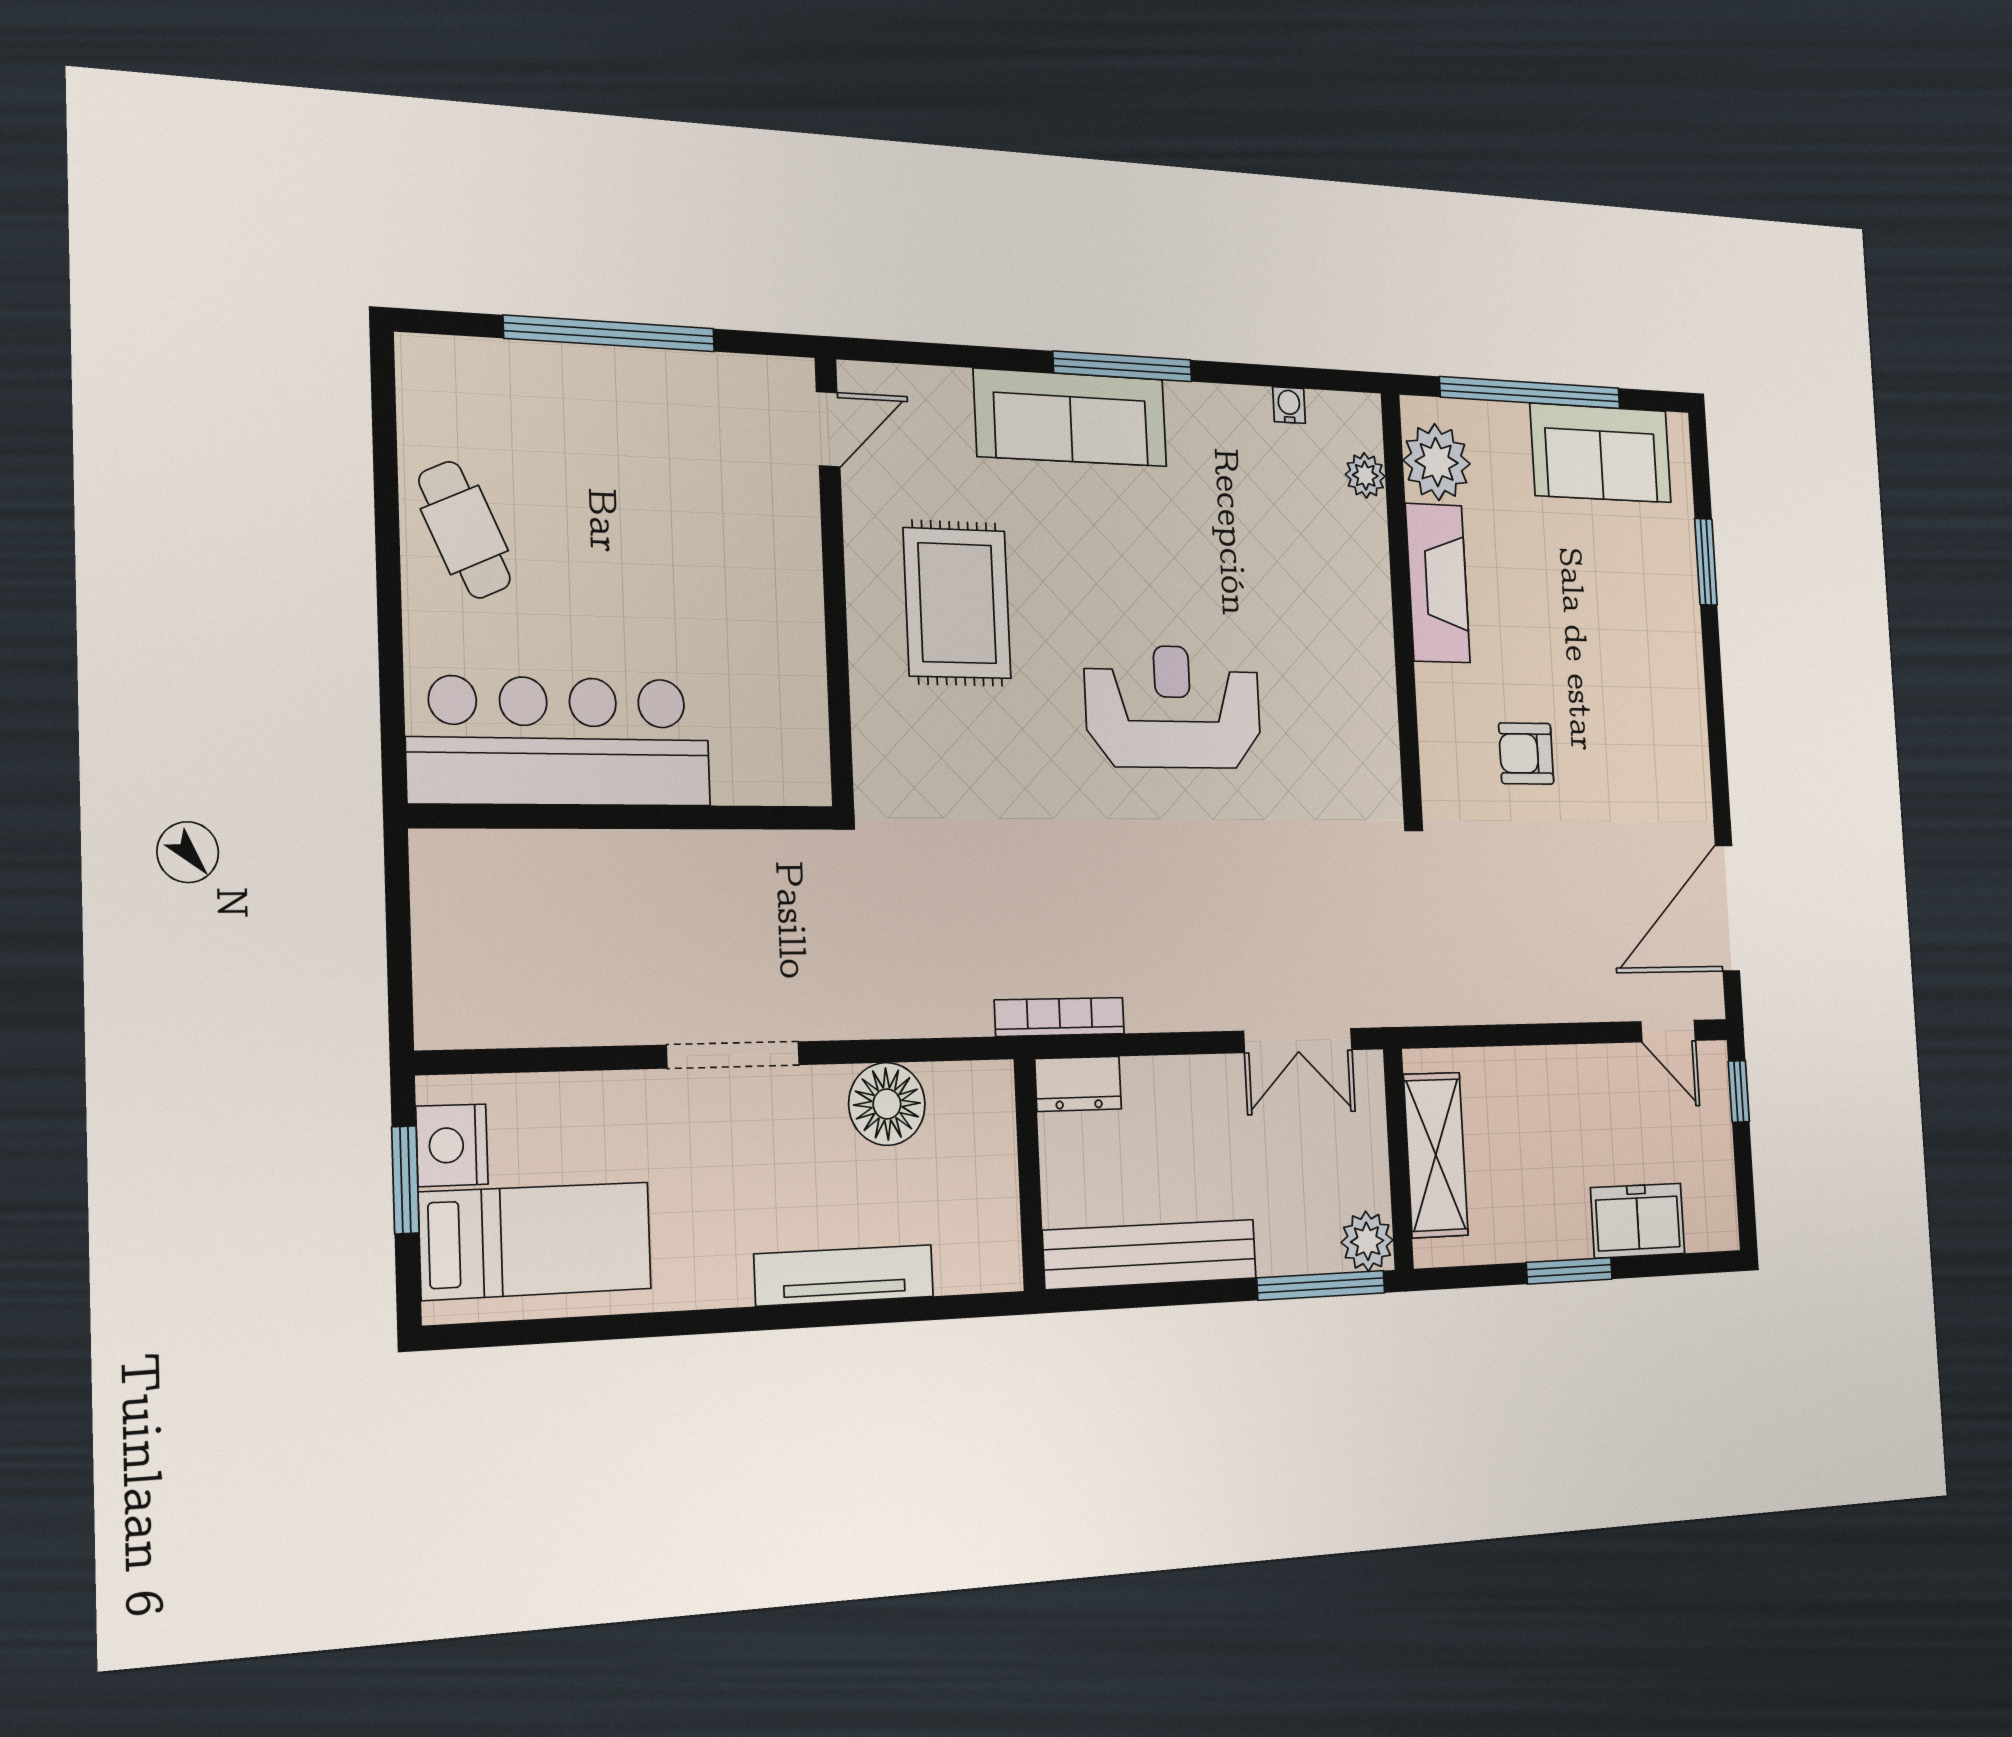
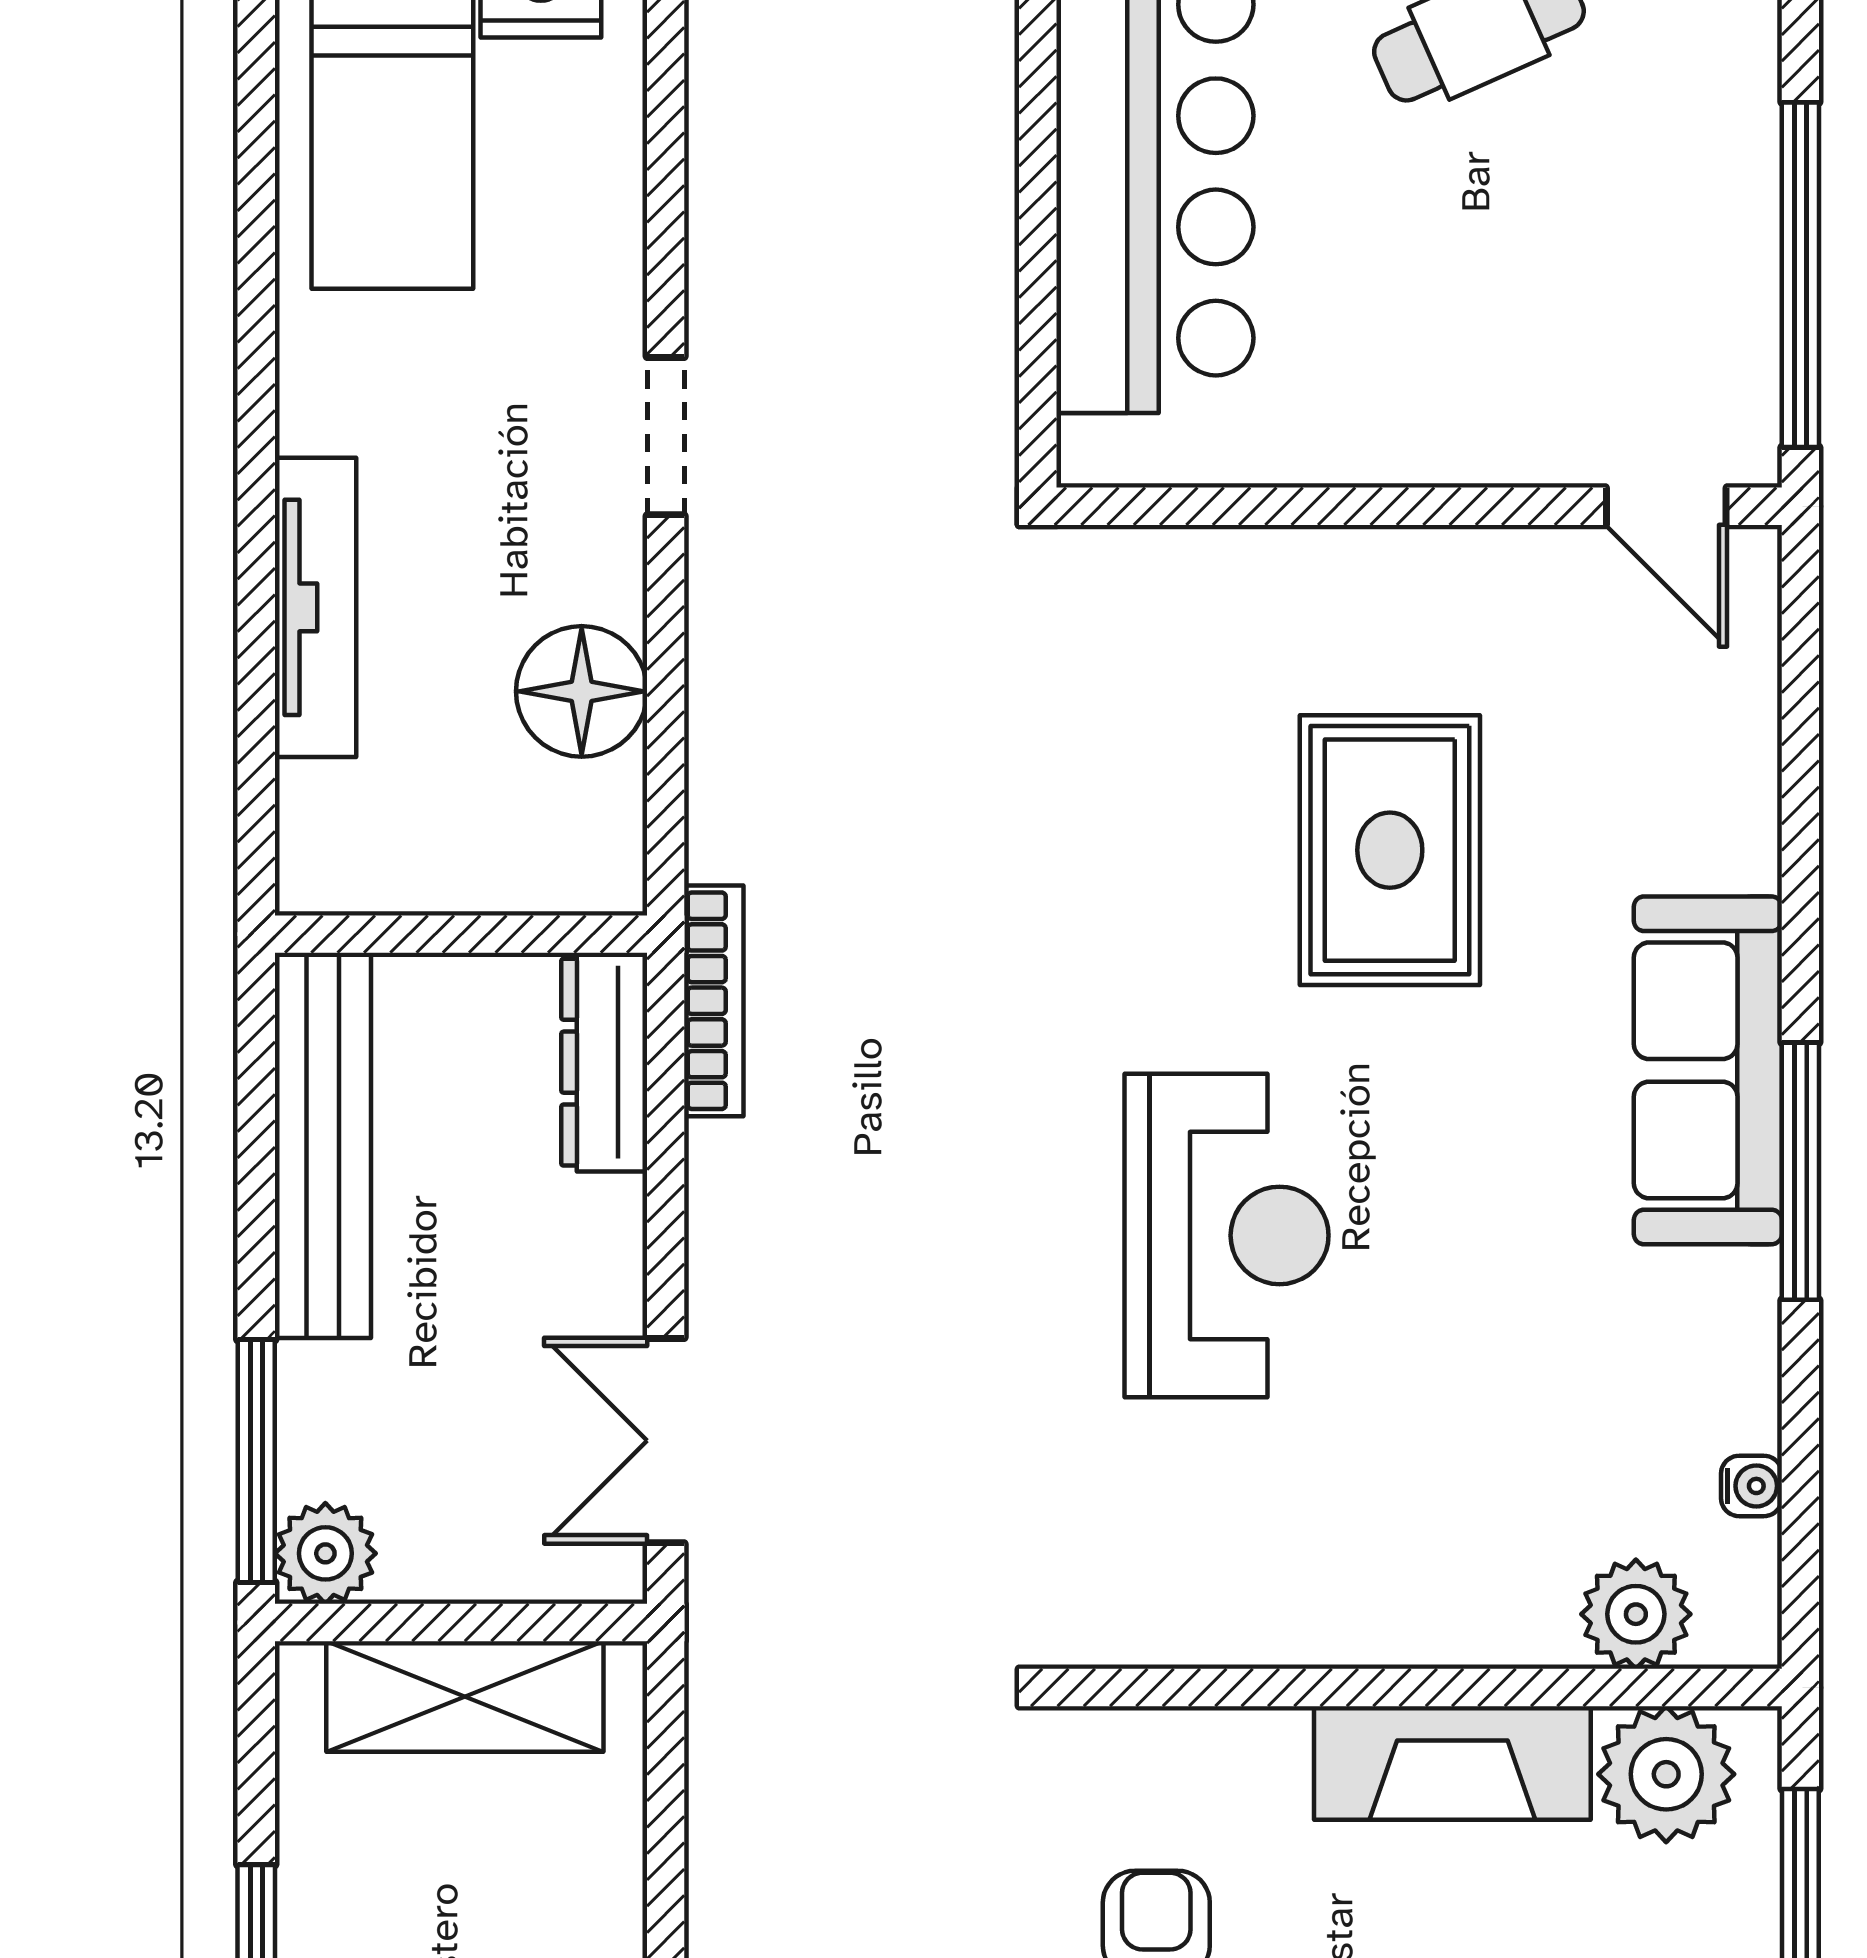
door: (828, 429) -> (1666, 506), moved
plant: (1365, 475) -> (1636, 1614), width x1.38, depth x1.38
wall: (834, 581) -> (1419, 506), moved
rug: (957, 603) -> (1390, 850), turned 90
doorway: (733, 1055) -> (666, 436), width x0.73
dresser: (1078, 1084) -> (604, 1062), width x1.44

